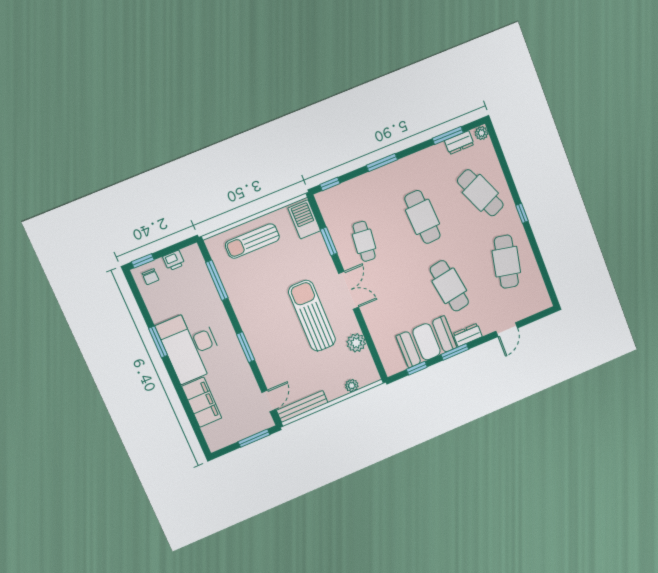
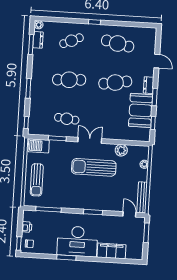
cafe table: (480, 193) -> (72, 41), width x0.73, depth x0.74

